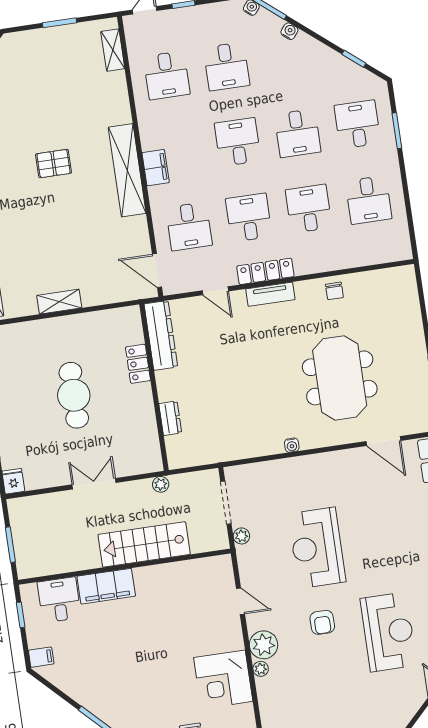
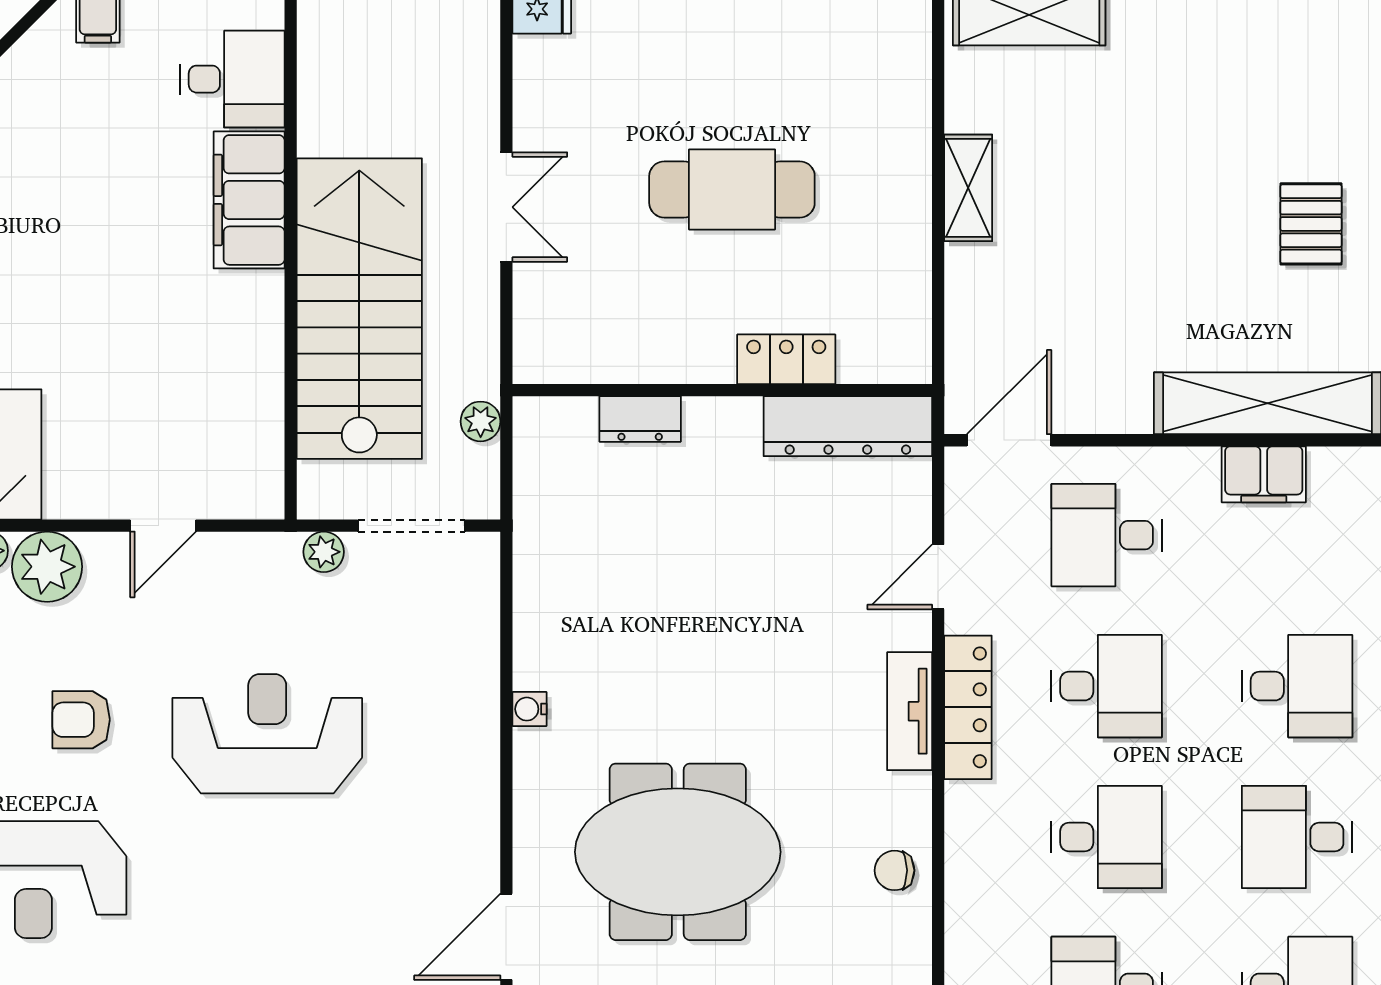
plant: (161, 484) -> (481, 421), moved
stairs: (144, 544) -> (359, 309), width x1.36, depth x1.51

